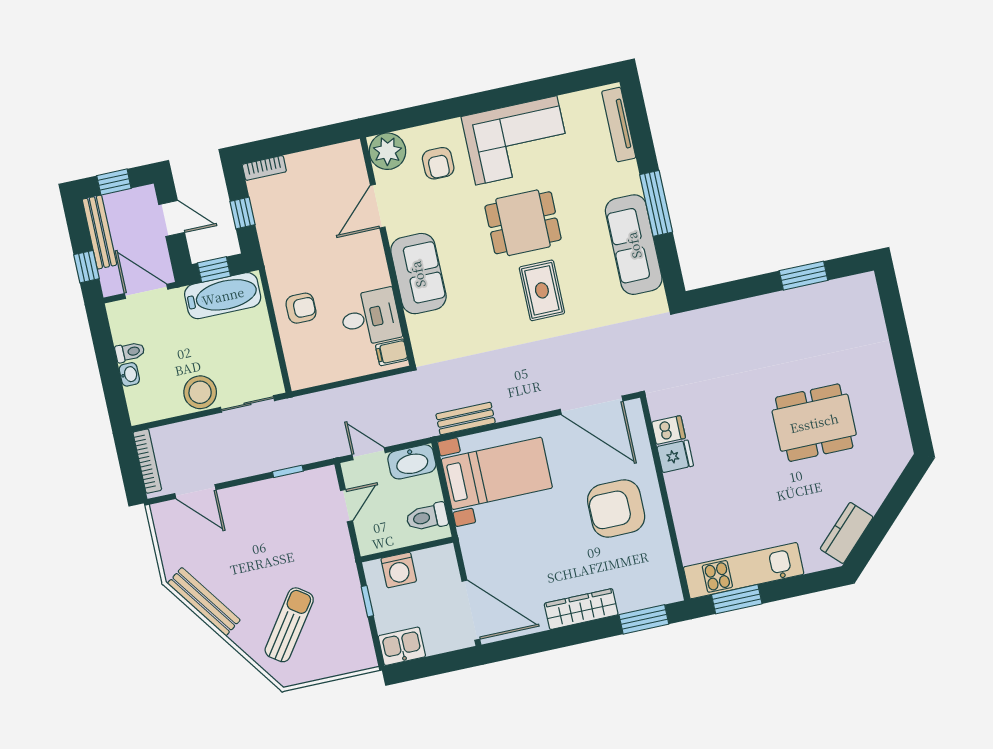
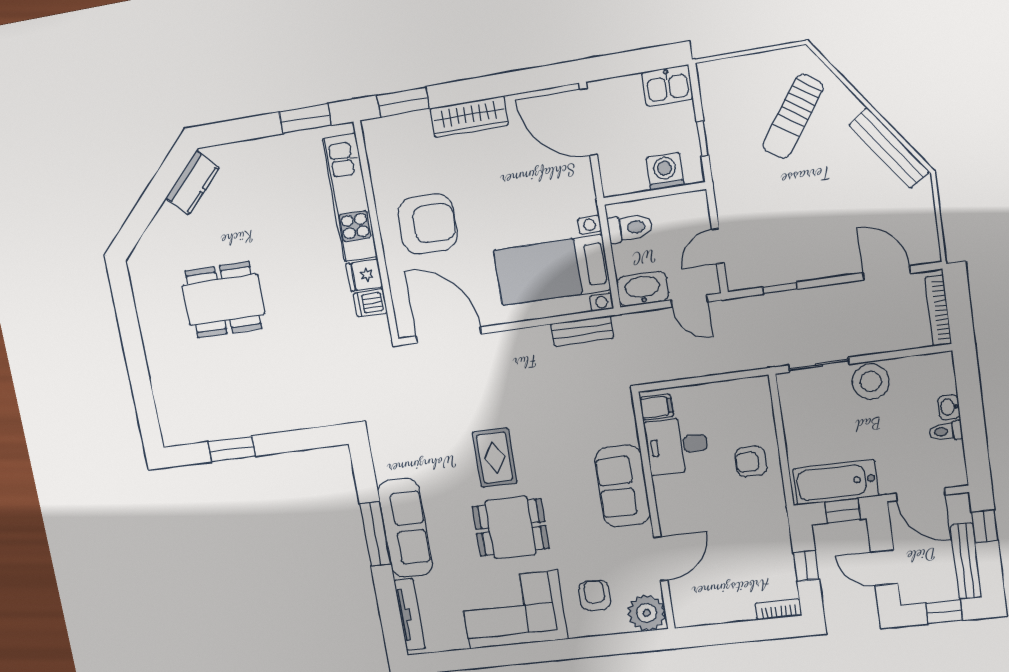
sofa: (634, 245) -> (405, 528), moved
kitchen unit: (744, 571) -> (350, 198), moved, turned 90

